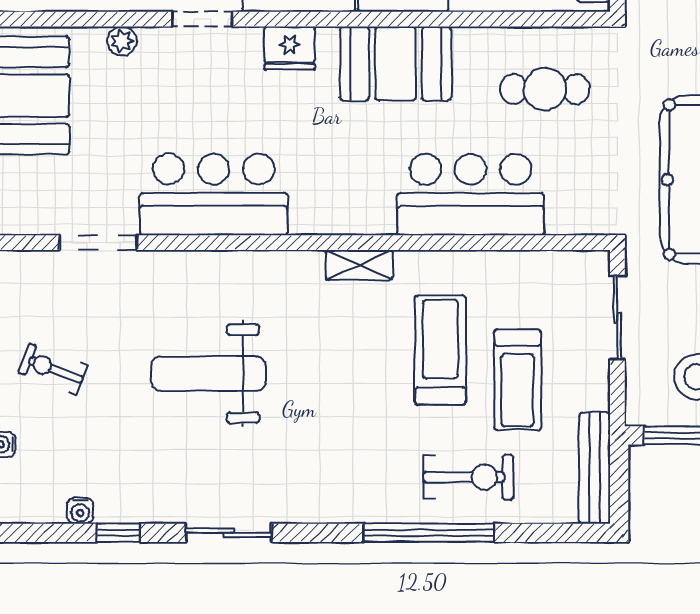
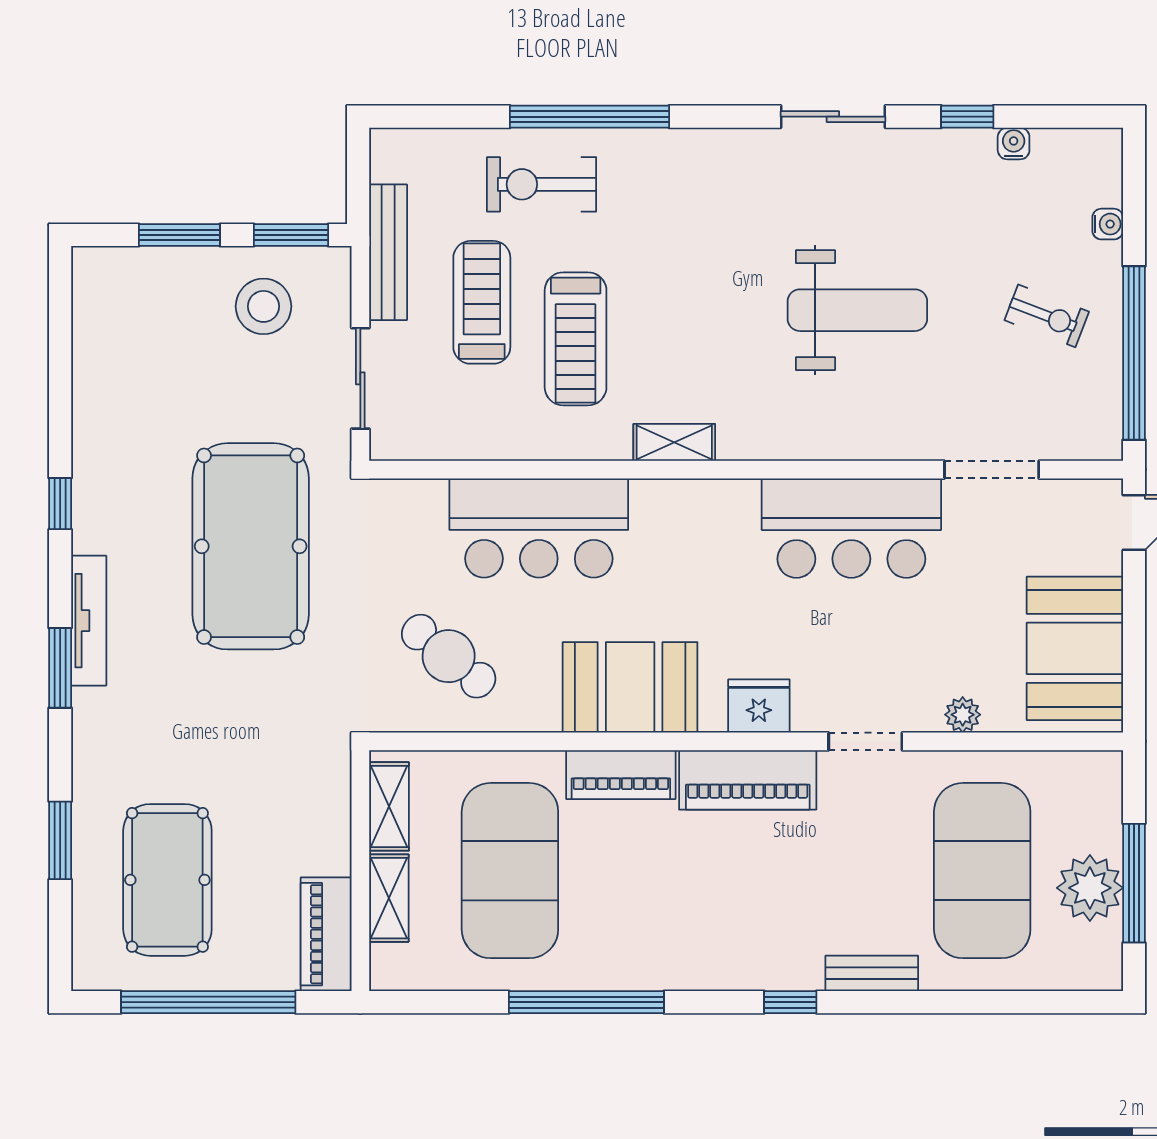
cafe table: (545, 89) -> (449, 656), turned 39
bench: (595, 468) -> (388, 252), moved

